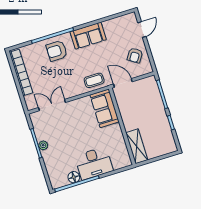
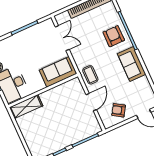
sofa: (105, 108) -> (58, 72), moved
wall: (122, 126) -> (43, 91), moved
plant: (43, 145) -> (23, 35), removed
shelving: (137, 146) -> (26, 107), moved

